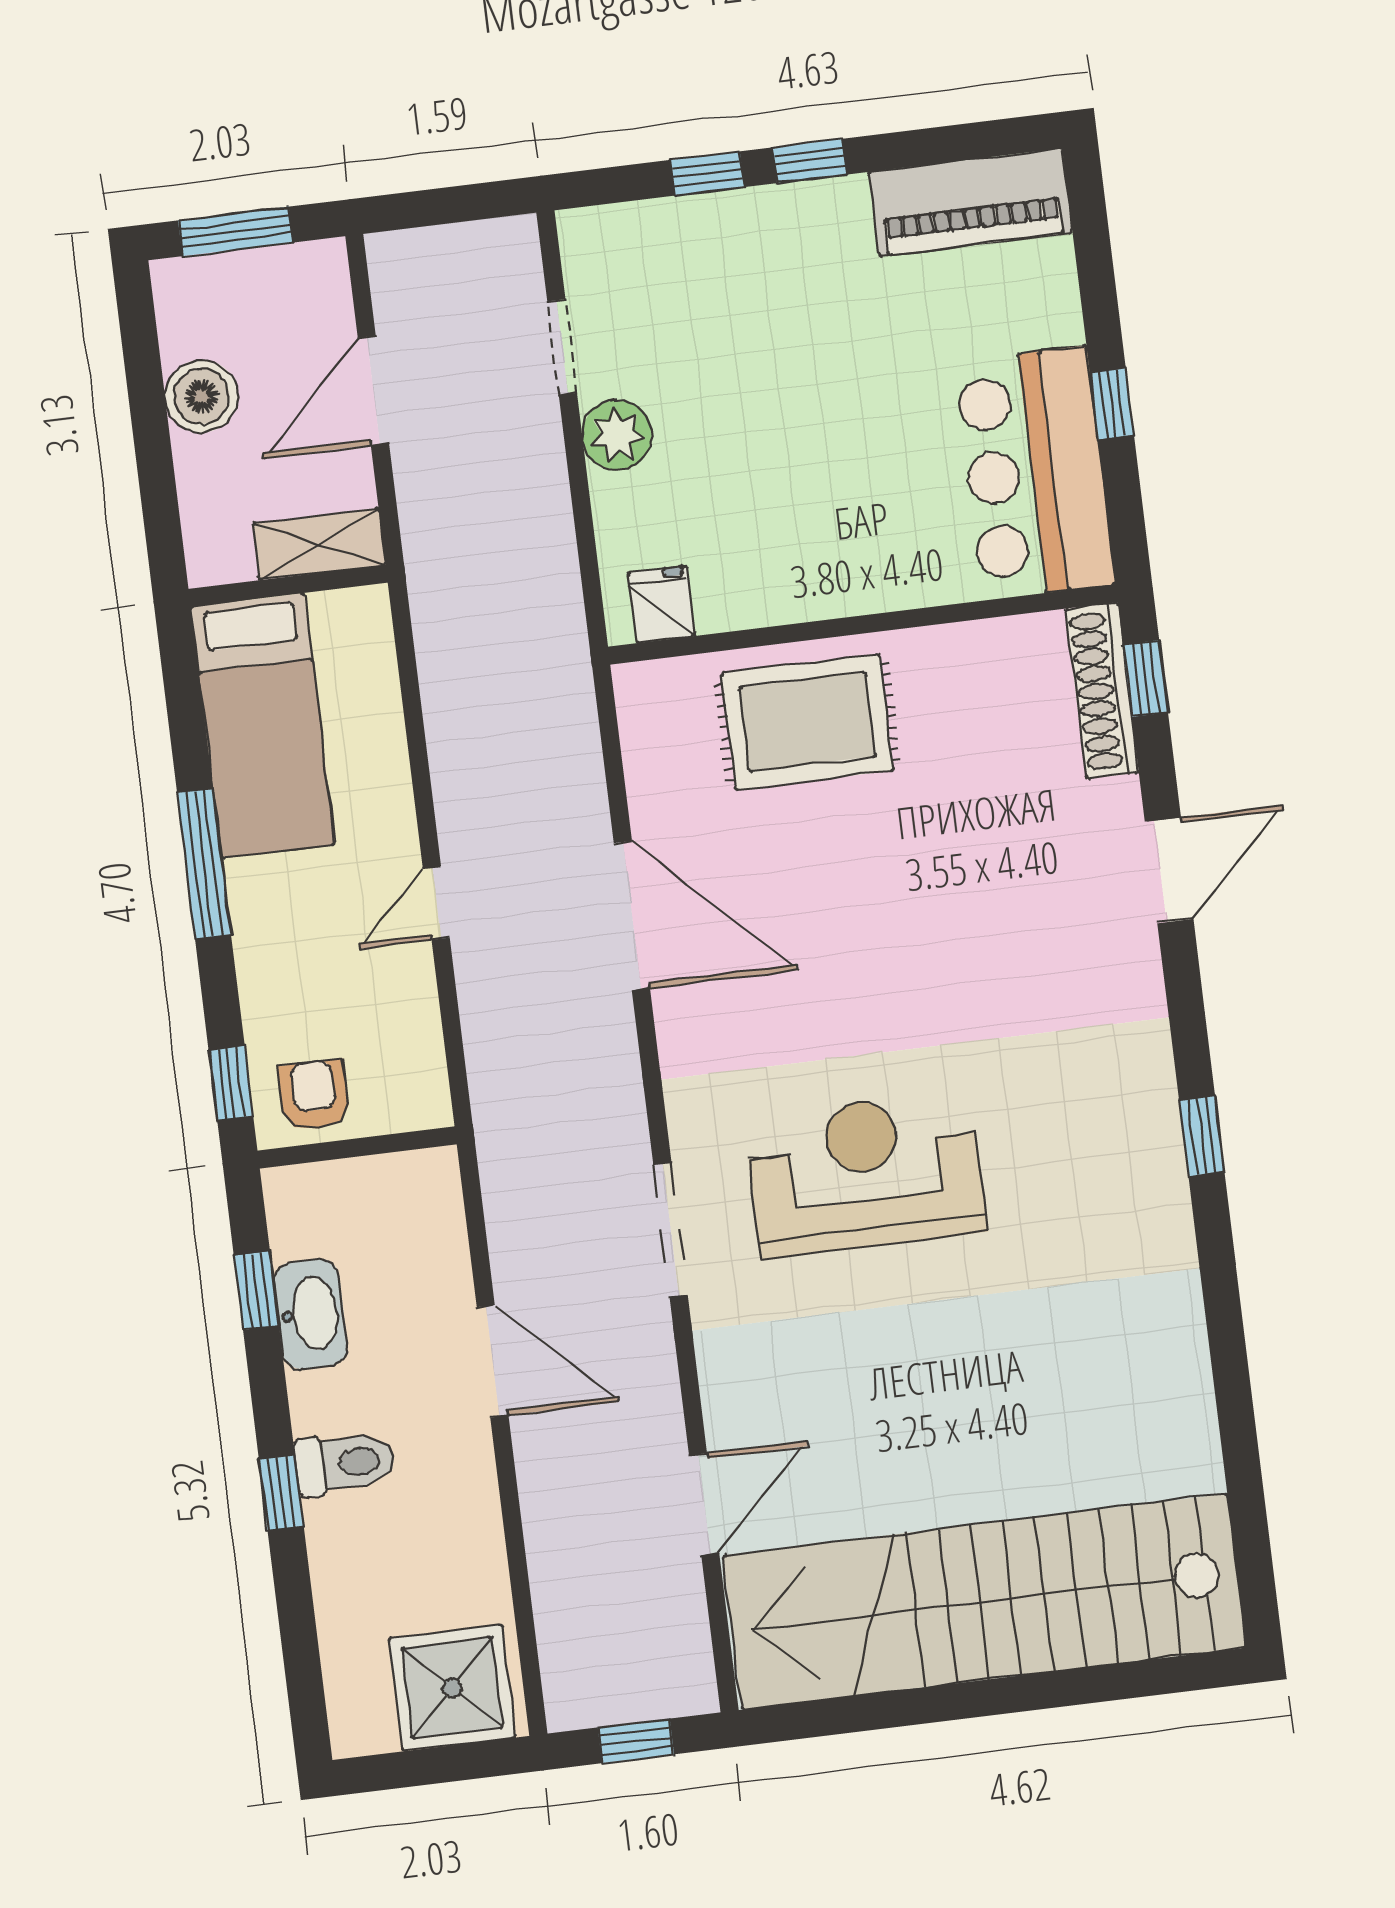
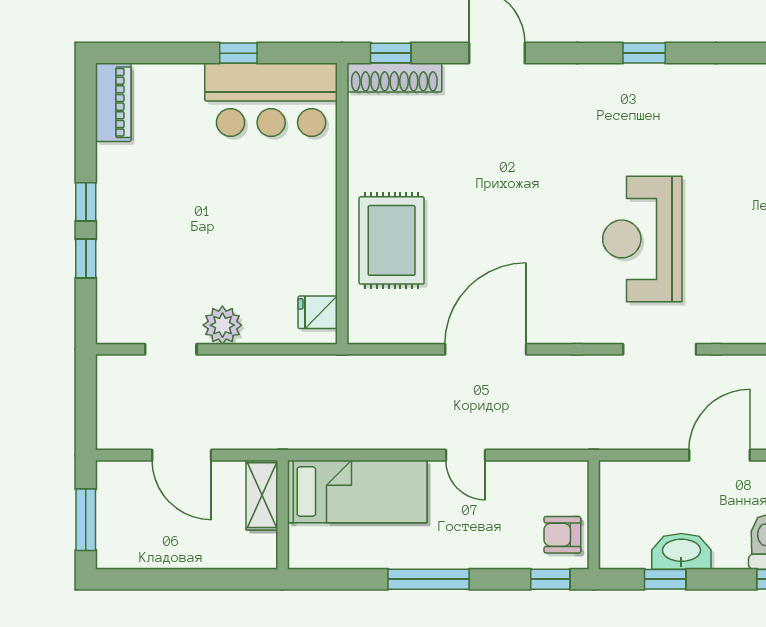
piano: (970, 202) -> (113, 102), width x0.73, depth x0.75
boiler: (202, 396) -> (173, 549), removed
bed: (263, 726) -> (357, 492), moved

